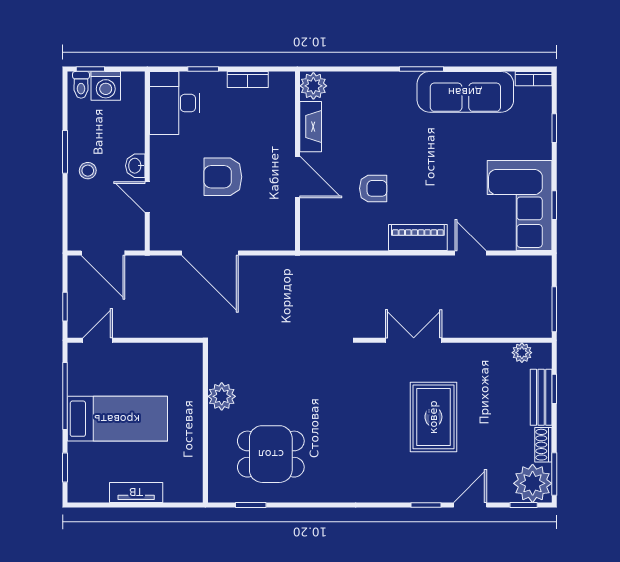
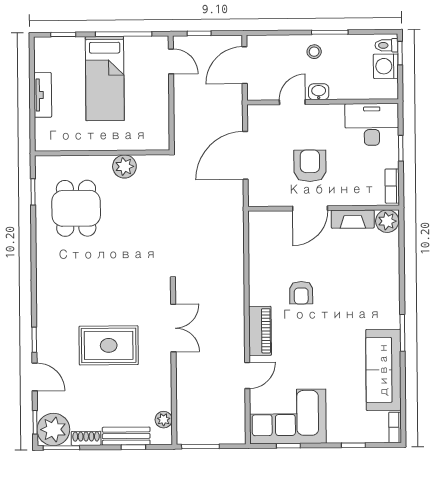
plant: (313, 86) -> (387, 221), moved
fireplace: (311, 127) -> (353, 219), moved
wall: (297, 161) -> (324, 208), moved
door: (297, 177) -> (310, 208), moved

